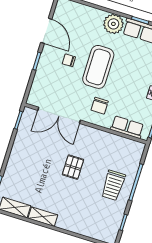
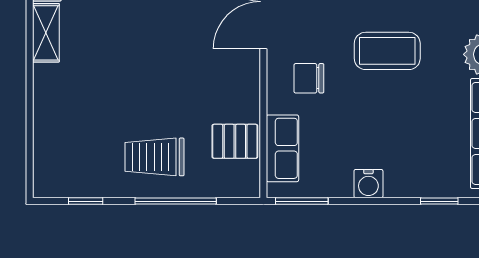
coffee table: (98, 67) -> (387, 51), width x0.73, depth x0.76
pallet: (73, 167) -> (235, 141), moved

